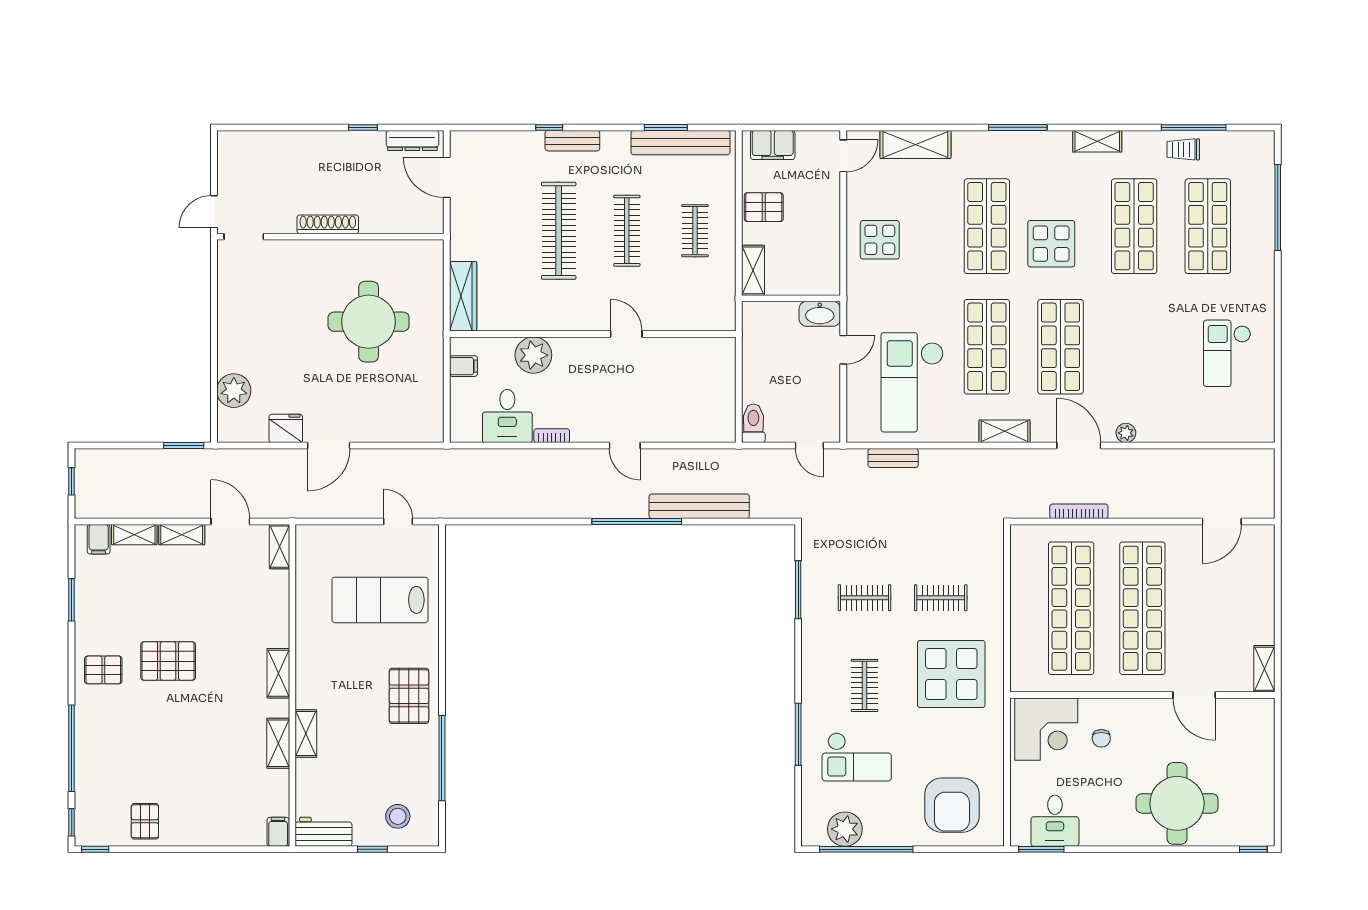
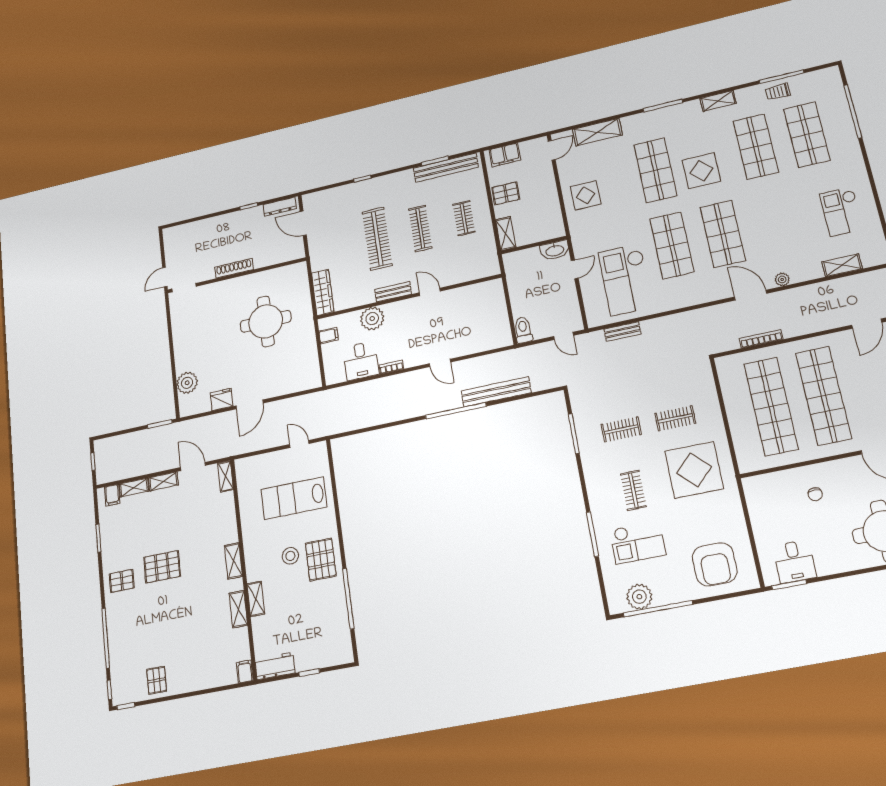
bench: (572, 141) -> (393, 292), moved
shelving: (1005, 431) -> (842, 265), moved
corner desk: (1046, 729) -> (773, 496), removed
stool: (398, 816) -> (290, 556), moved

